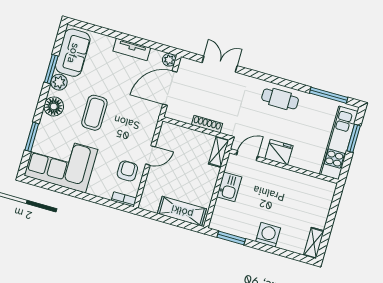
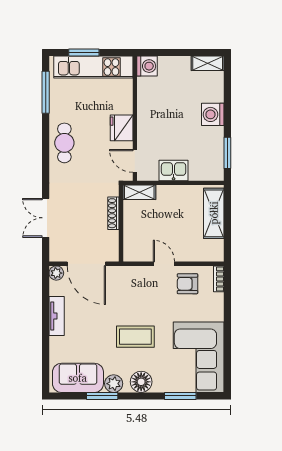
washing machine: (326, 190) -> (147, 66), added

